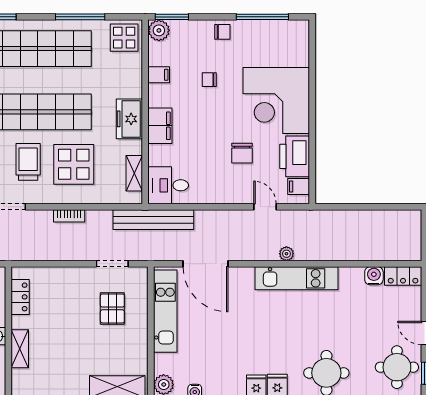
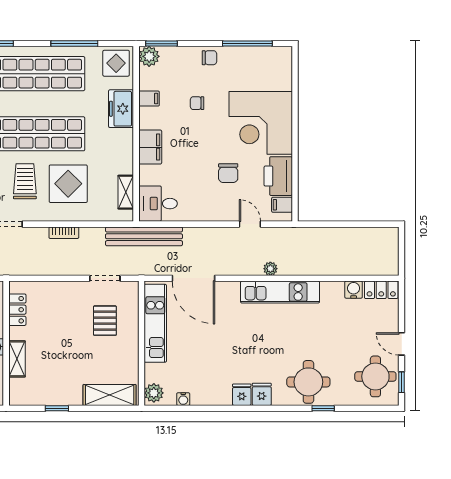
freezer: (129, 119) -> (121, 109), moved

